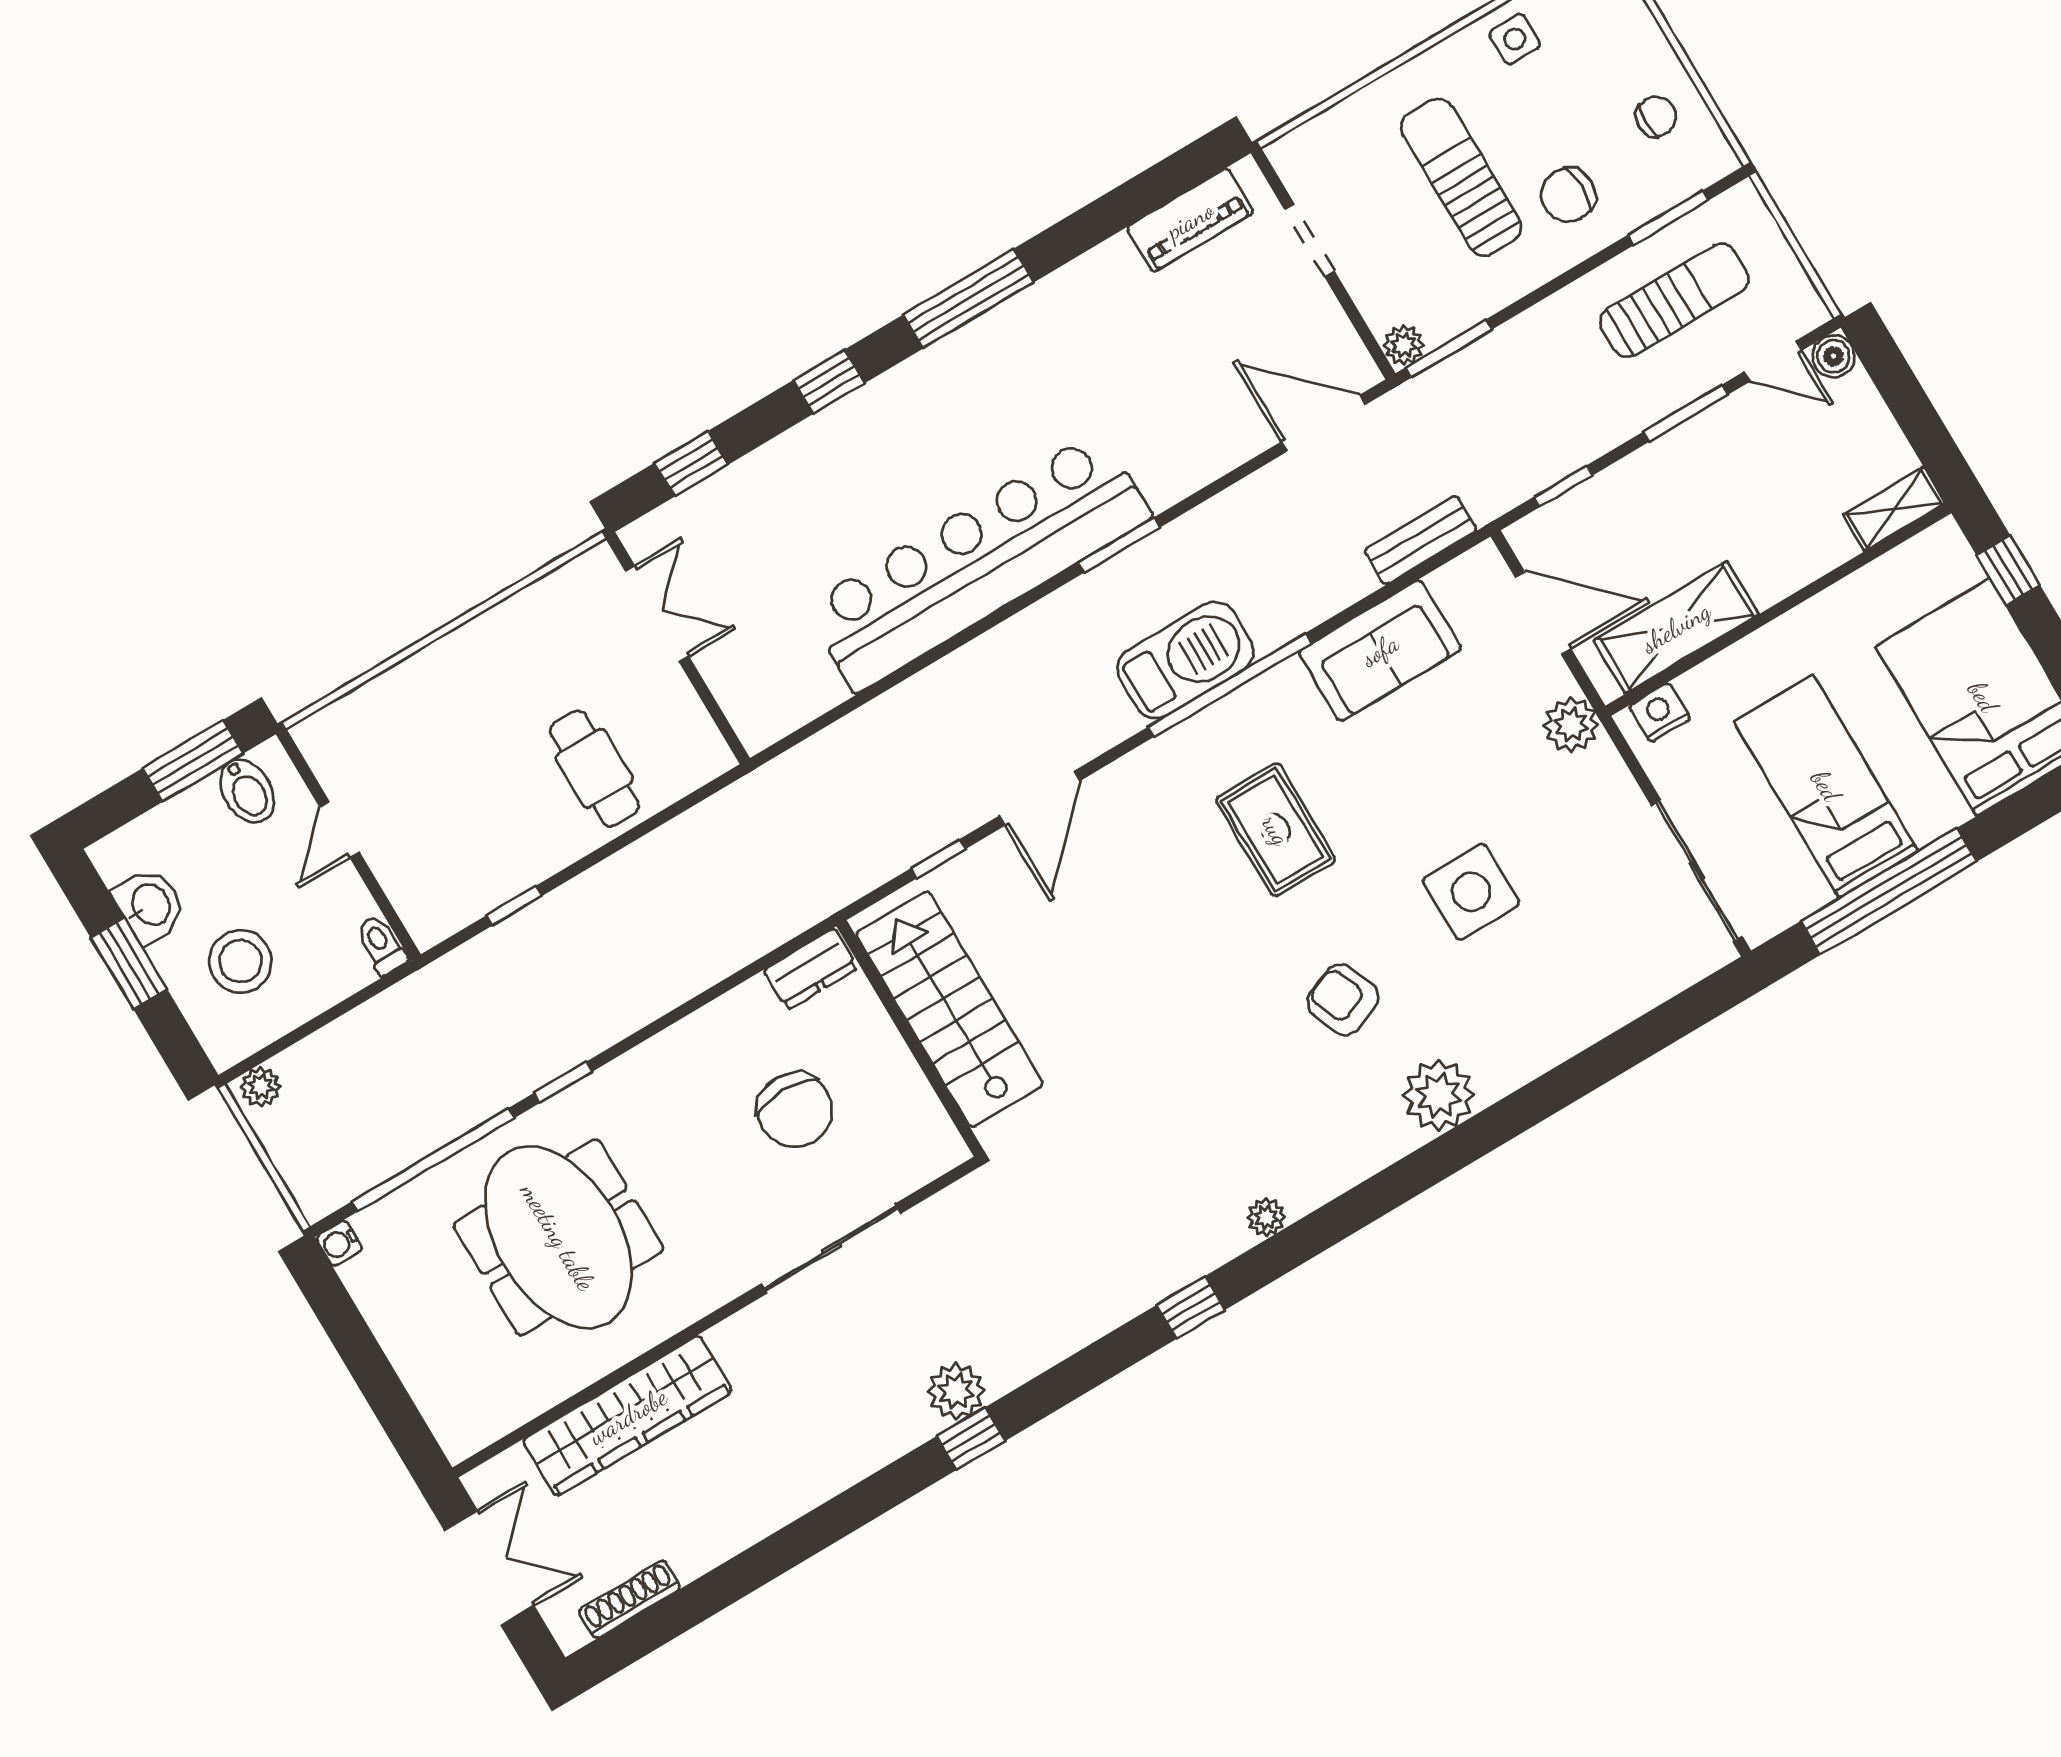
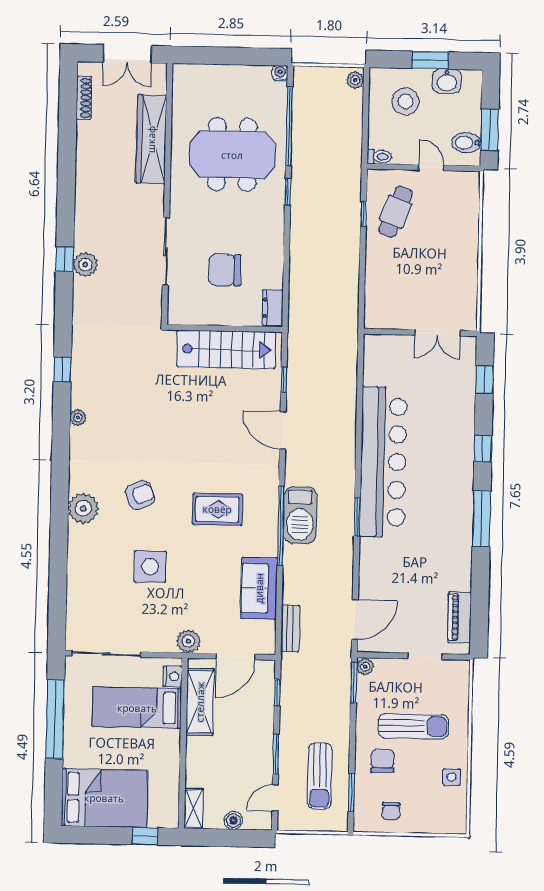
boiler: (1833, 356) -> (233, 821), moved
cafe table: (594, 768) -> (396, 212), moved, turned -68
bed: (1826, 786) -> (137, 708), moved, turned 180

